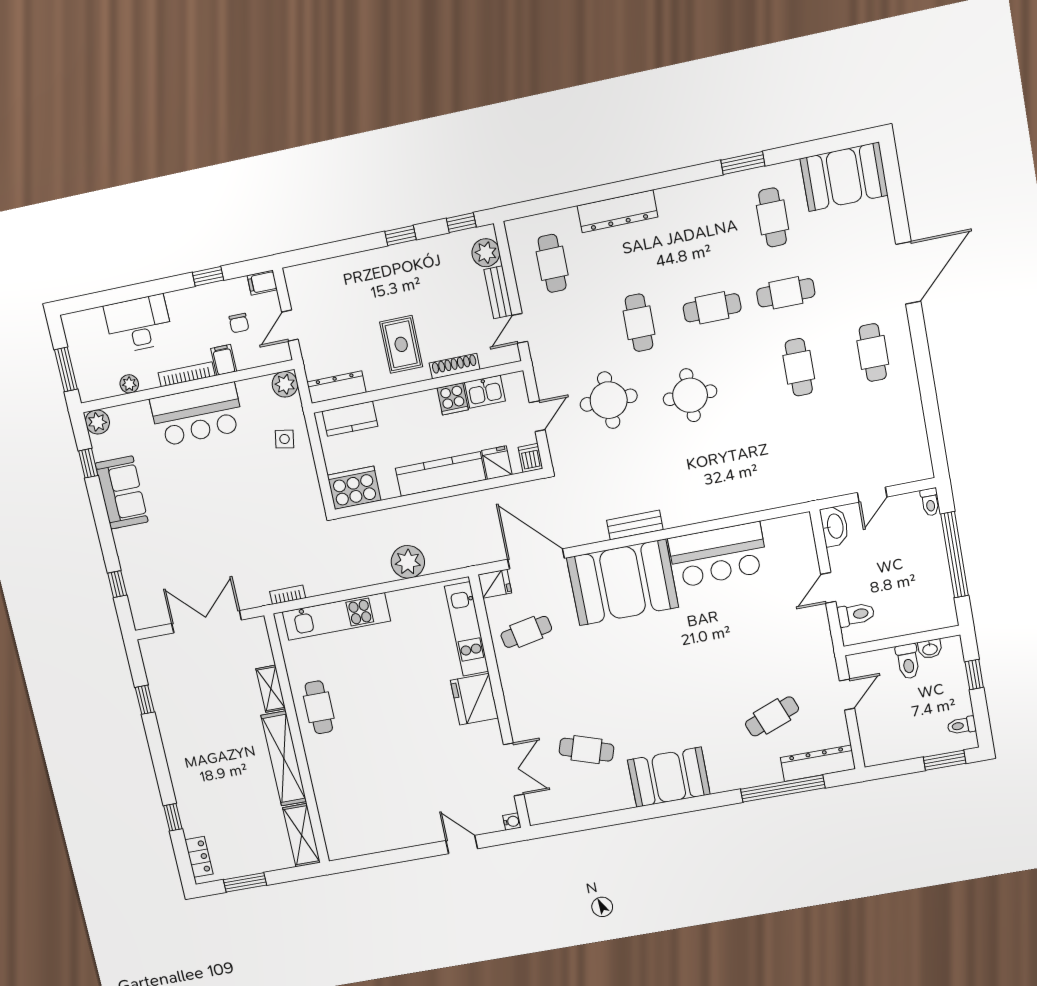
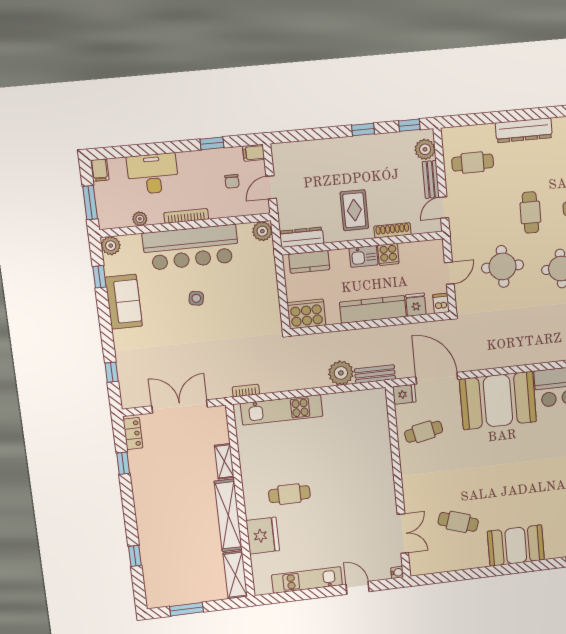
cafe table: (552, 263) -> (473, 163), turned 90
filing cabinet: (224, 360) -> (100, 170), moved, turned 180
kitchen sink: (485, 392) -> (364, 256), moved
bar counter: (197, 414) -> (191, 247), width x1.36
side table: (285, 439) -> (196, 298), moved
bench: (635, 525) -> (375, 374), moved
kitchen unit: (467, 629) -> (307, 580), moved, turned 90
fridge: (474, 699) -> (263, 536), moved, turned 180
cafe table: (319, 707) -> (289, 494), moved, turned 90
locker: (199, 857) -> (133, 434), moved

